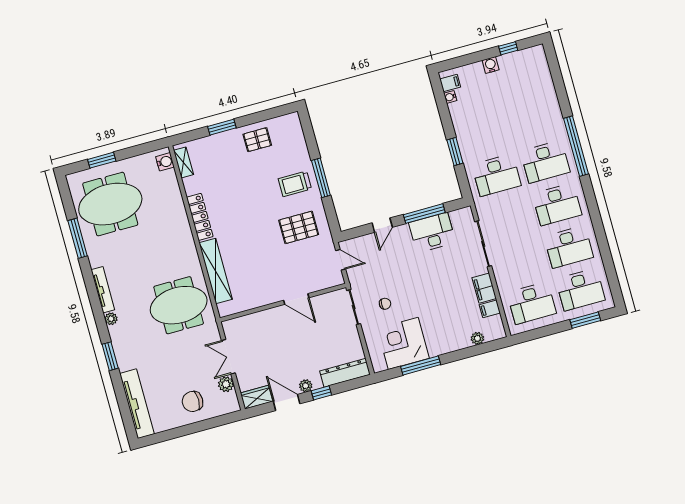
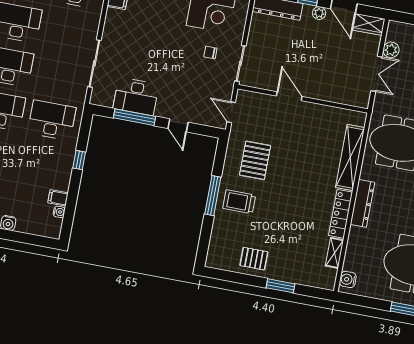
filing cabinet: (450, 83) -> (58, 198), moved
window: (455, 152) -> (79, 160), width x0.67
shelving: (184, 162) -> (334, 253), moved
trolley: (295, 184) -> (239, 202), turned 180
door: (382, 225) -> (178, 125), swing flipped
pallet: (299, 227) -> (255, 160), turned 90
dresser: (185, 236) -> (363, 203), added
filing cabinet: (484, 288) -> (113, 23), removed

